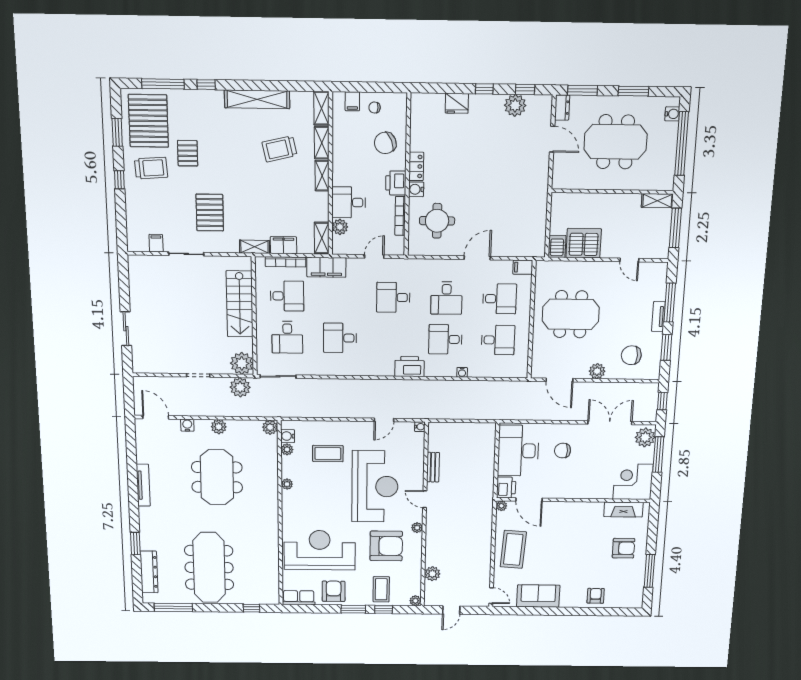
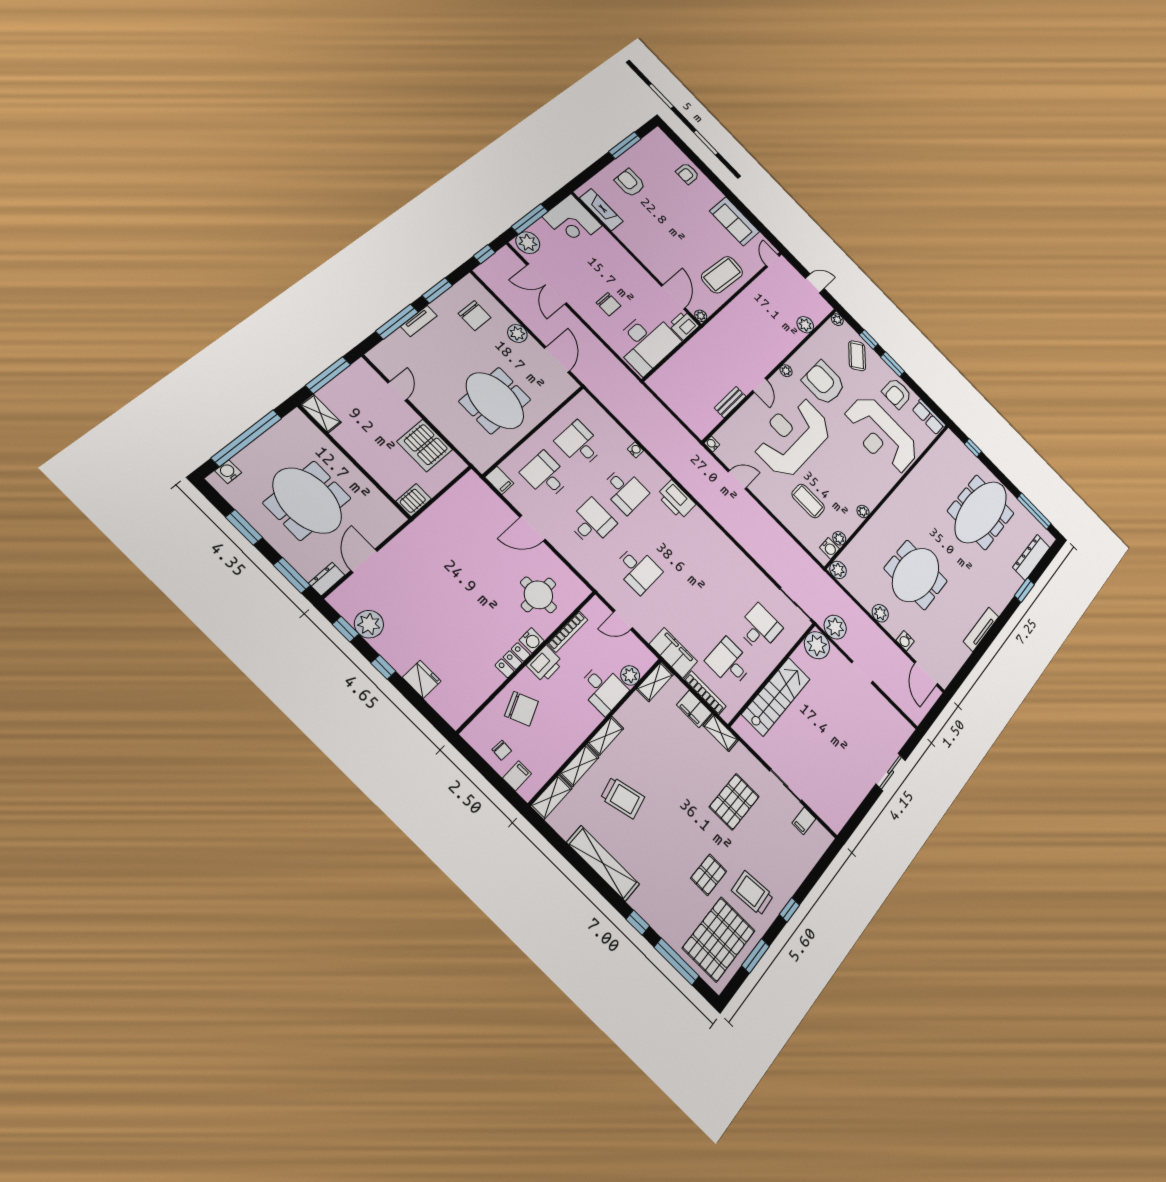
server rack: (557, 246) -> (414, 500), moved, turned 180
desk: (340, 338) -> (715, 582), removed
coffee table: (381, 589) -> (857, 356), turned -40

